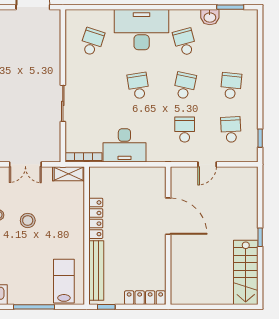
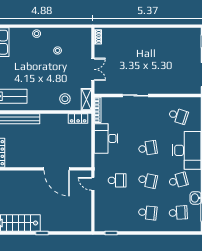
school desk: (231, 130) -> (178, 213), moved
double door: (25, 164) -> (93, 69), swing flipped
door: (207, 164) -> (93, 184), moved
door: (168, 216) -> (57, 169), hinge flipped
locker: (96, 218) -> (78, 118), moved, width x0.66
stool: (28, 220) -> (65, 99), moved

